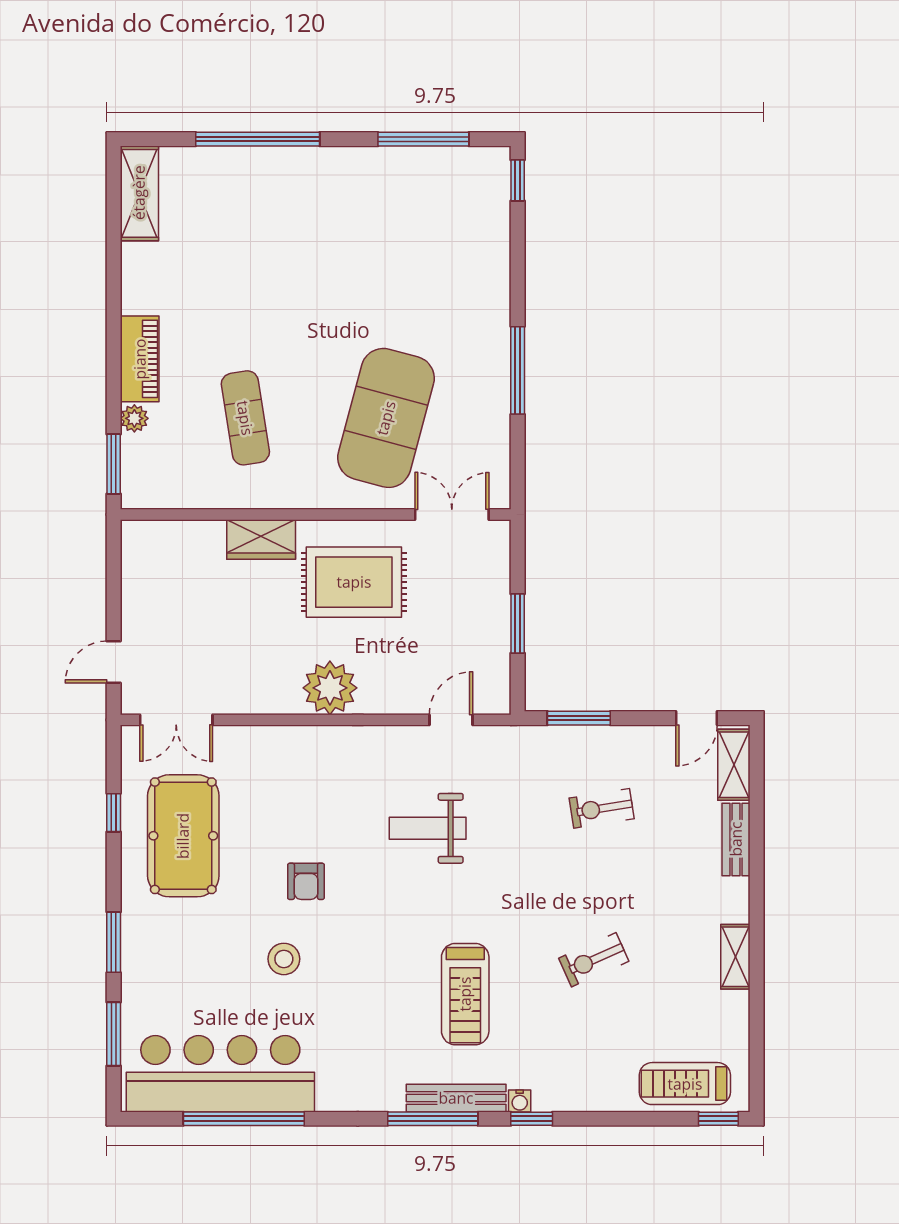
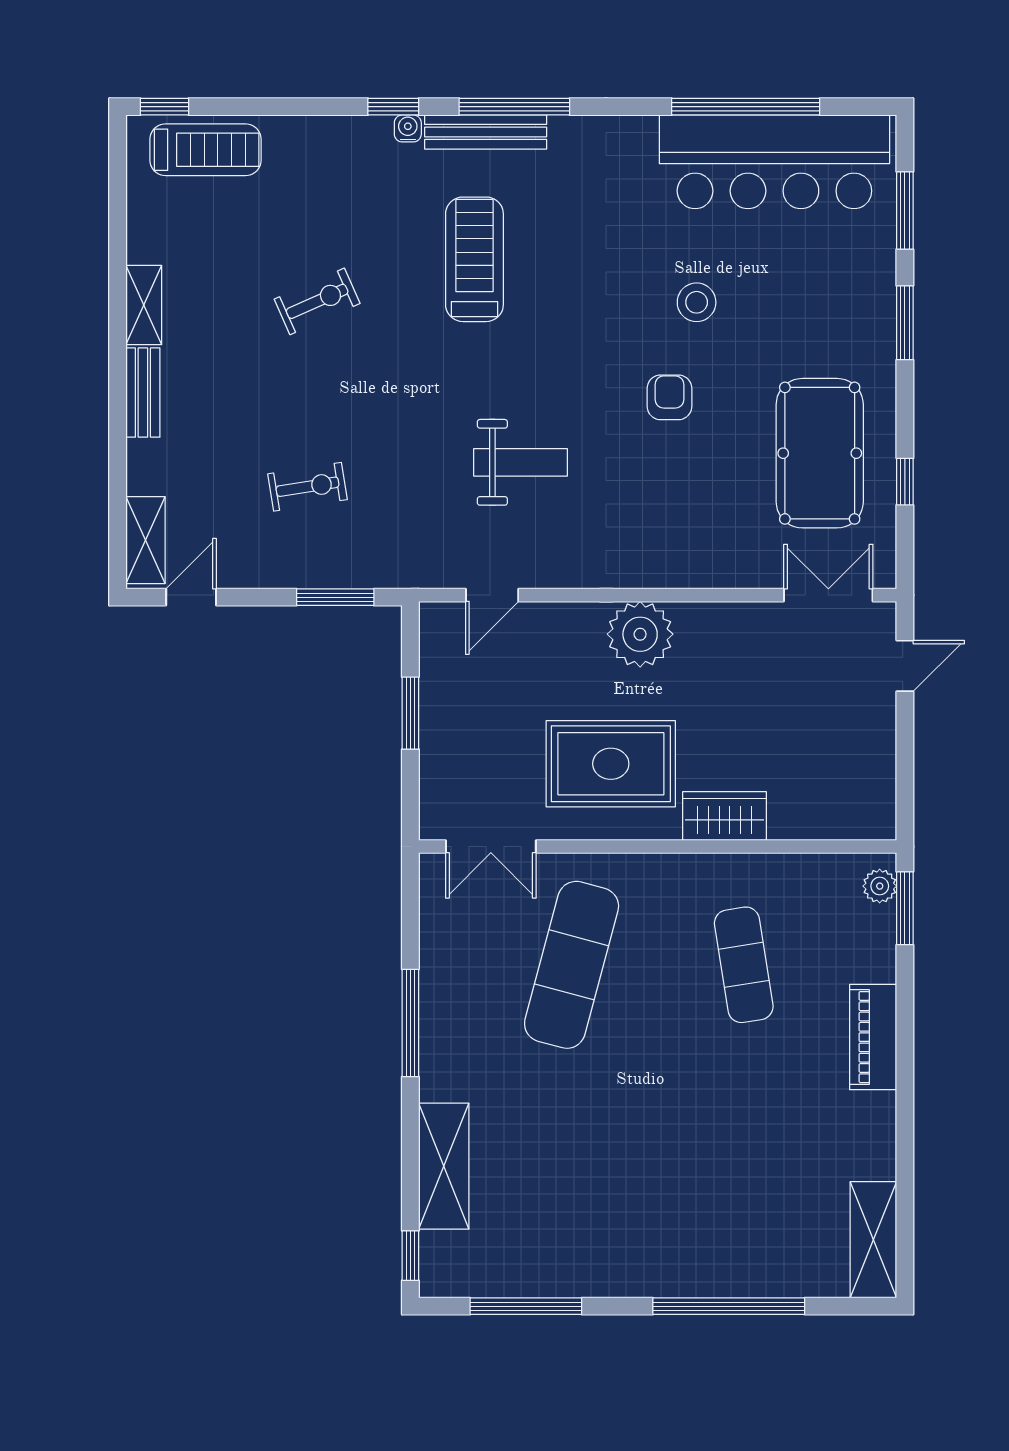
shelving: (490, 253) -> (444, 1166), added
plant: (134, 418) -> (880, 886), moved
exercise mat: (386, 418) -> (572, 965), width x0.68
bench: (736, 839) -> (143, 393), moved

